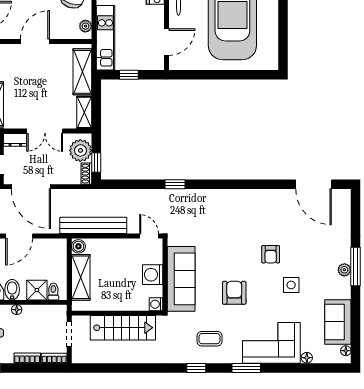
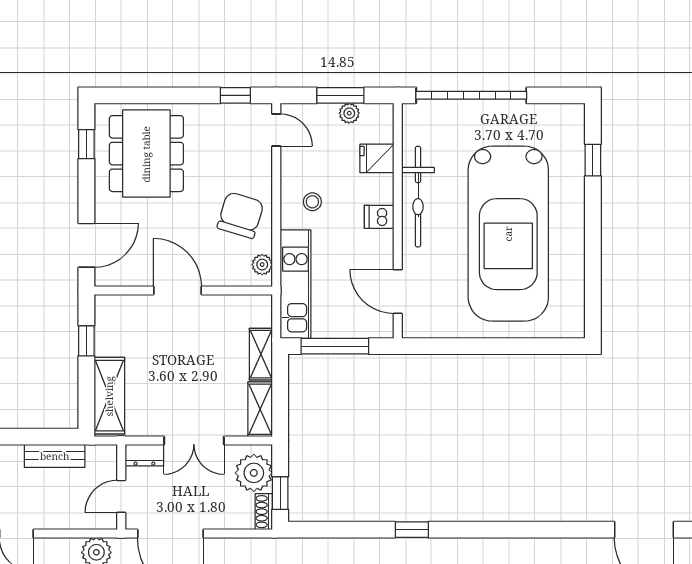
door: (35, 42) -> (177, 290), hinge flipped
door: (166, 42) -> (398, 291), swing flipped
shelving: (82, 72) -> (261, 354), width x0.67, depth x0.75
window: (129, 75) -> (335, 346), width x2.17

